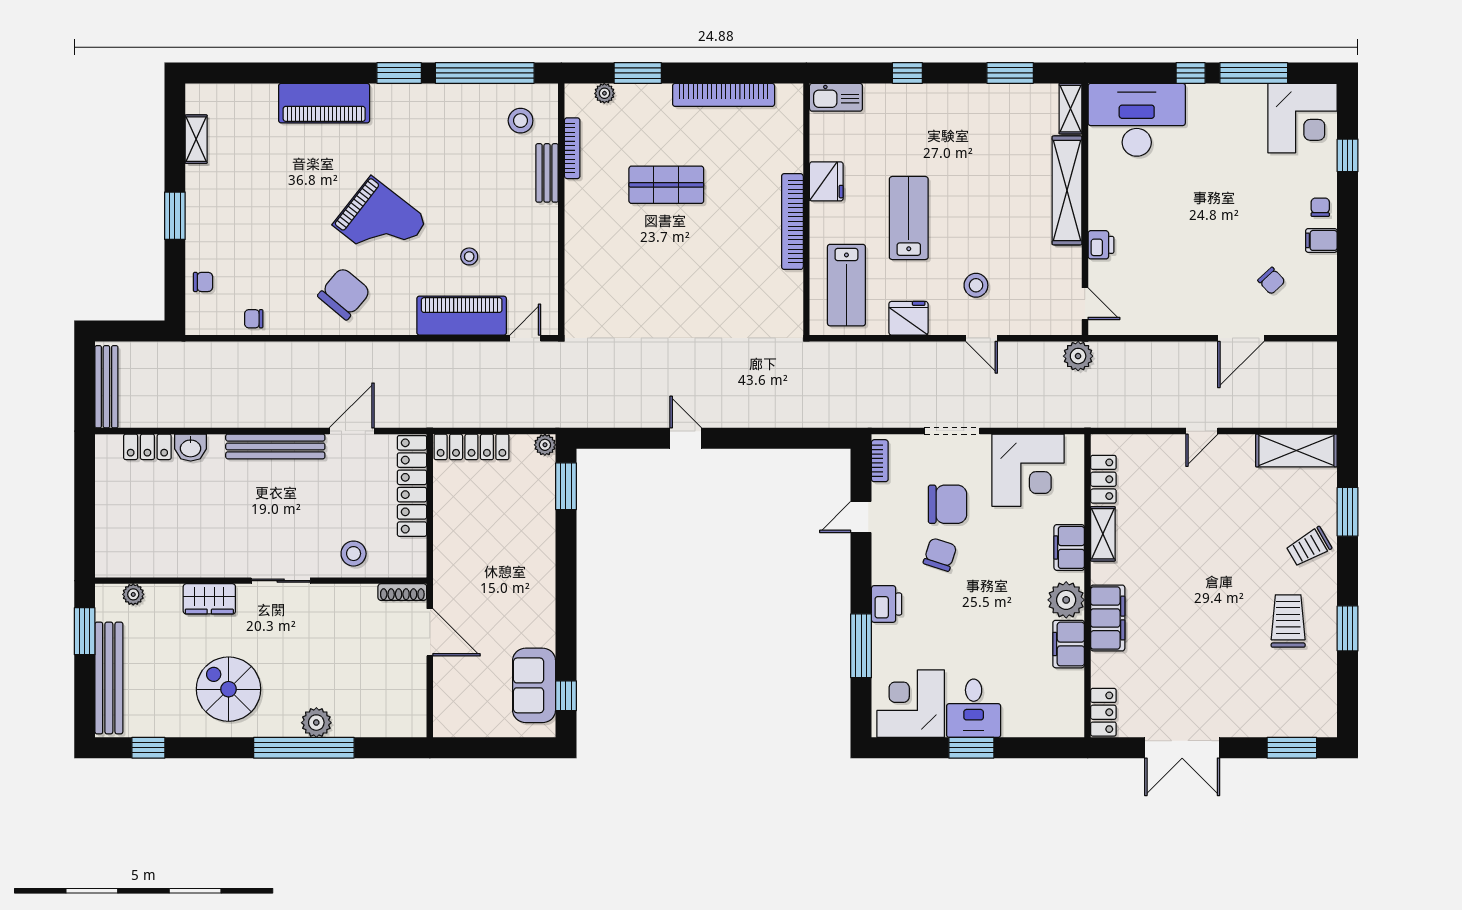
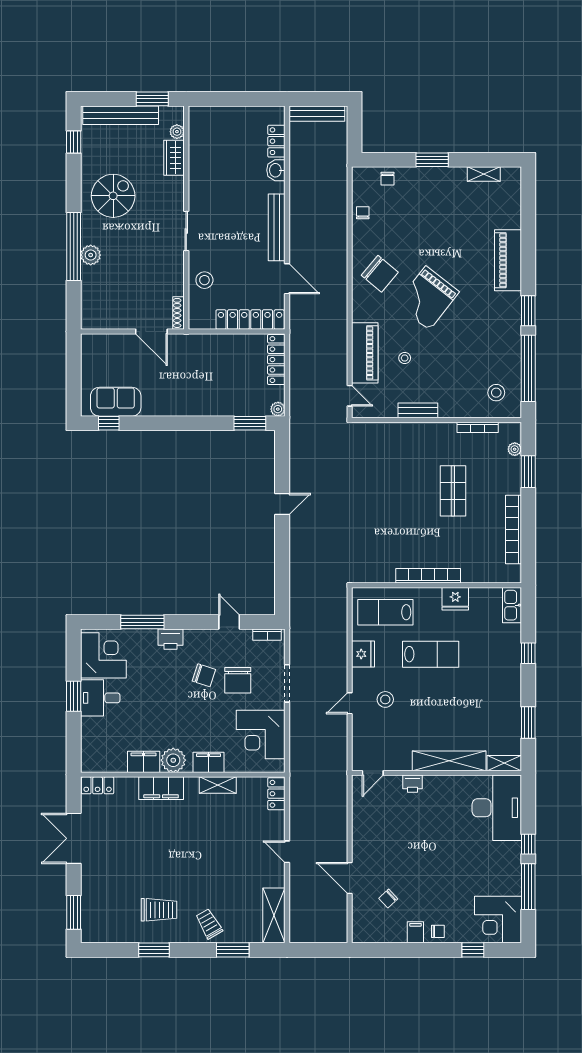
bench: (547, 173) -> (418, 410), moved
plant: (1078, 356) -> (338, 768), removed
locker: (1103, 479) -> (276, 794), moved, turned 90
wardrobe: (209, 599) -> (174, 158), moved
door: (430, 632) -> (151, 331), hinge flipped

